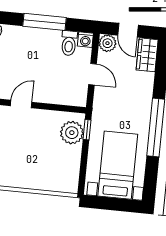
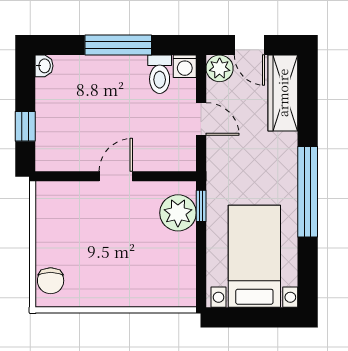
wardrobe: (147, 55) -> (283, 93), width x1.50
door: (21, 104) -> (116, 176), moved

